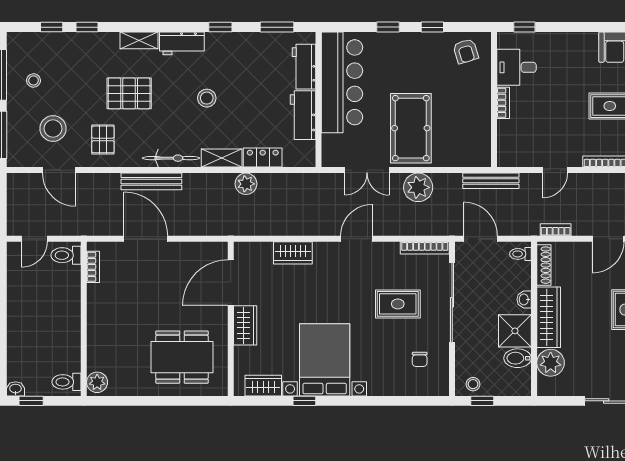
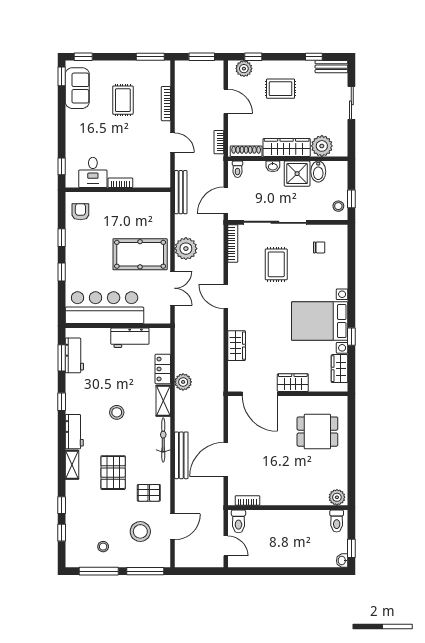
armchair: (466, 51) -> (80, 212), turned -73
workbench: (304, 67) -> (74, 355), moved, turned -90
dining table: (182, 357) -> (317, 432), width x0.73

